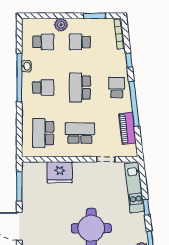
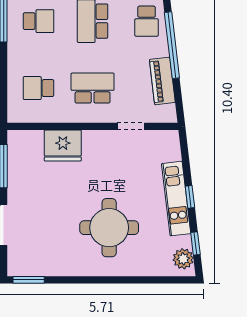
school desk: (117, 87) -> (147, 21), turned 180
school desk: (43, 133) -> (39, 88), width x0.54
kitchen unit: (134, 187) -> (176, 199), moved

